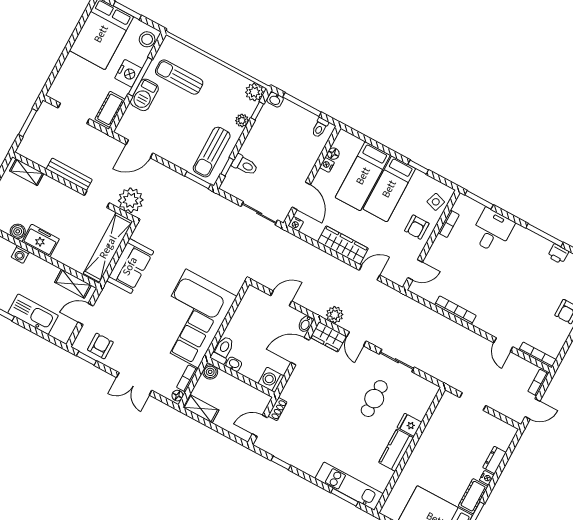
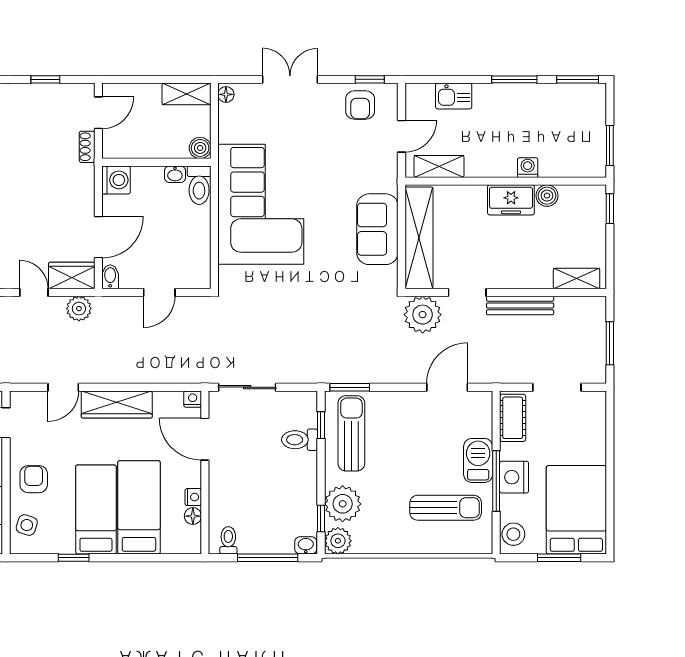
plant: (242, 120) -> (343, 504), width x1.87, depth x1.87
kitchen sink: (33, 314) -> (454, 96), width x0.53, depth x0.81
bookcase: (187, 378) -> (226, 123), removed

